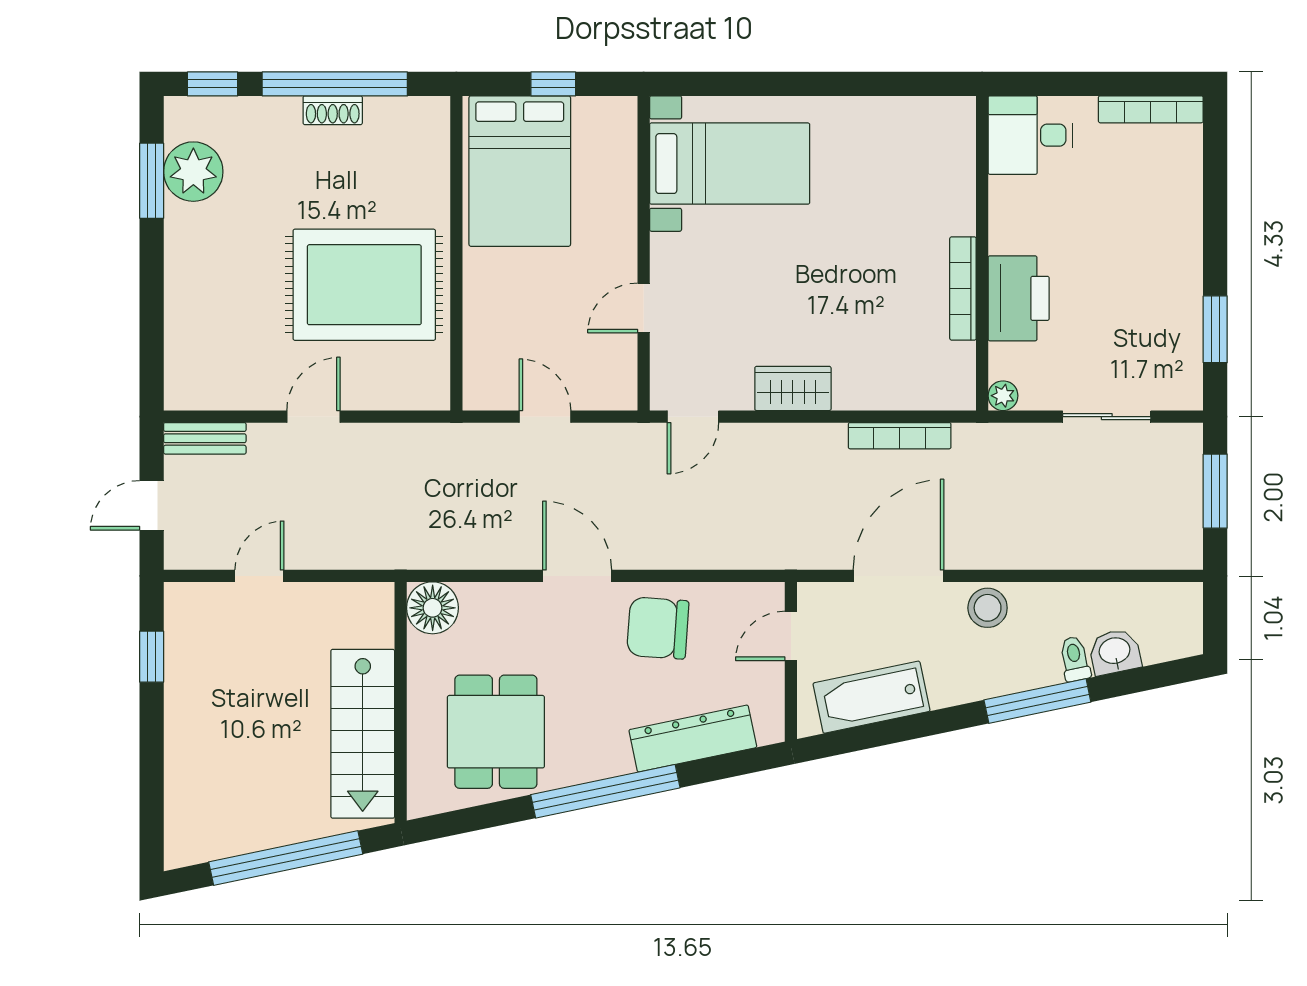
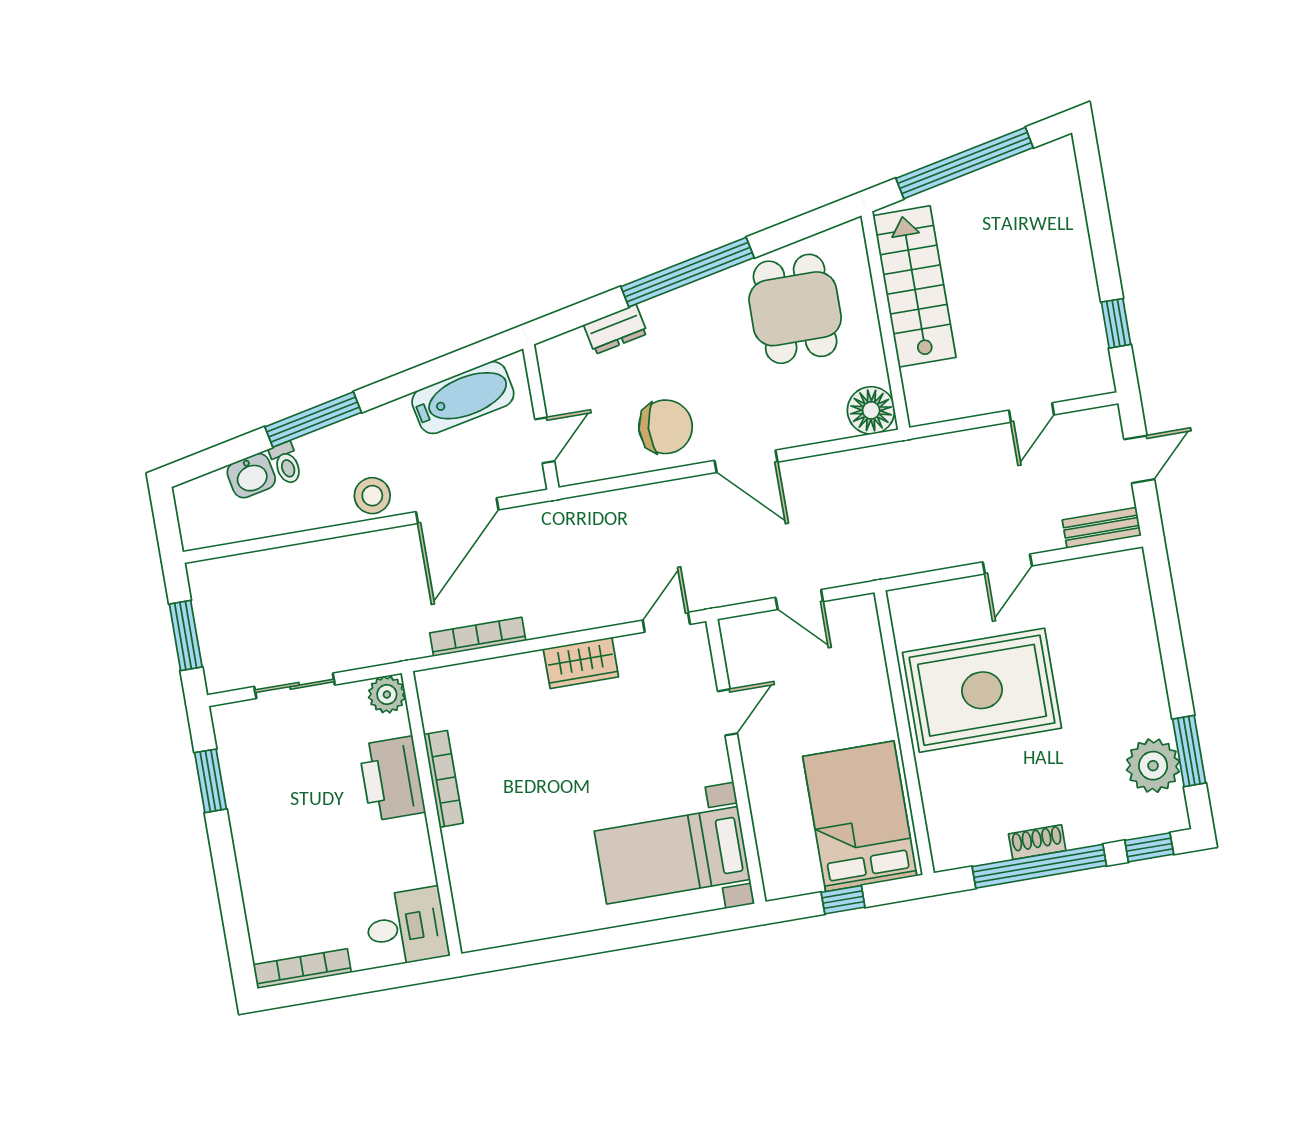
plant: (1003, 396) -> (387, 695), width x1.38, depth x1.38
dresser: (693, 739) -> (616, 329), width x0.51, depth x0.80

